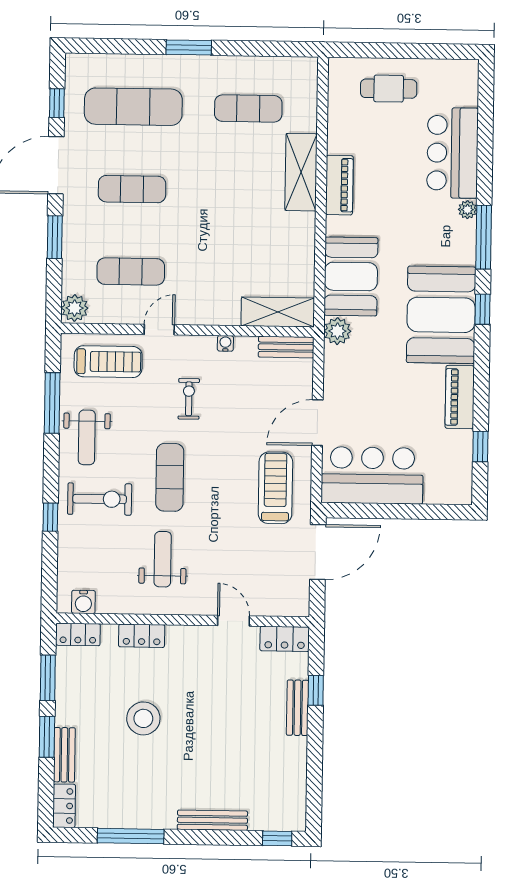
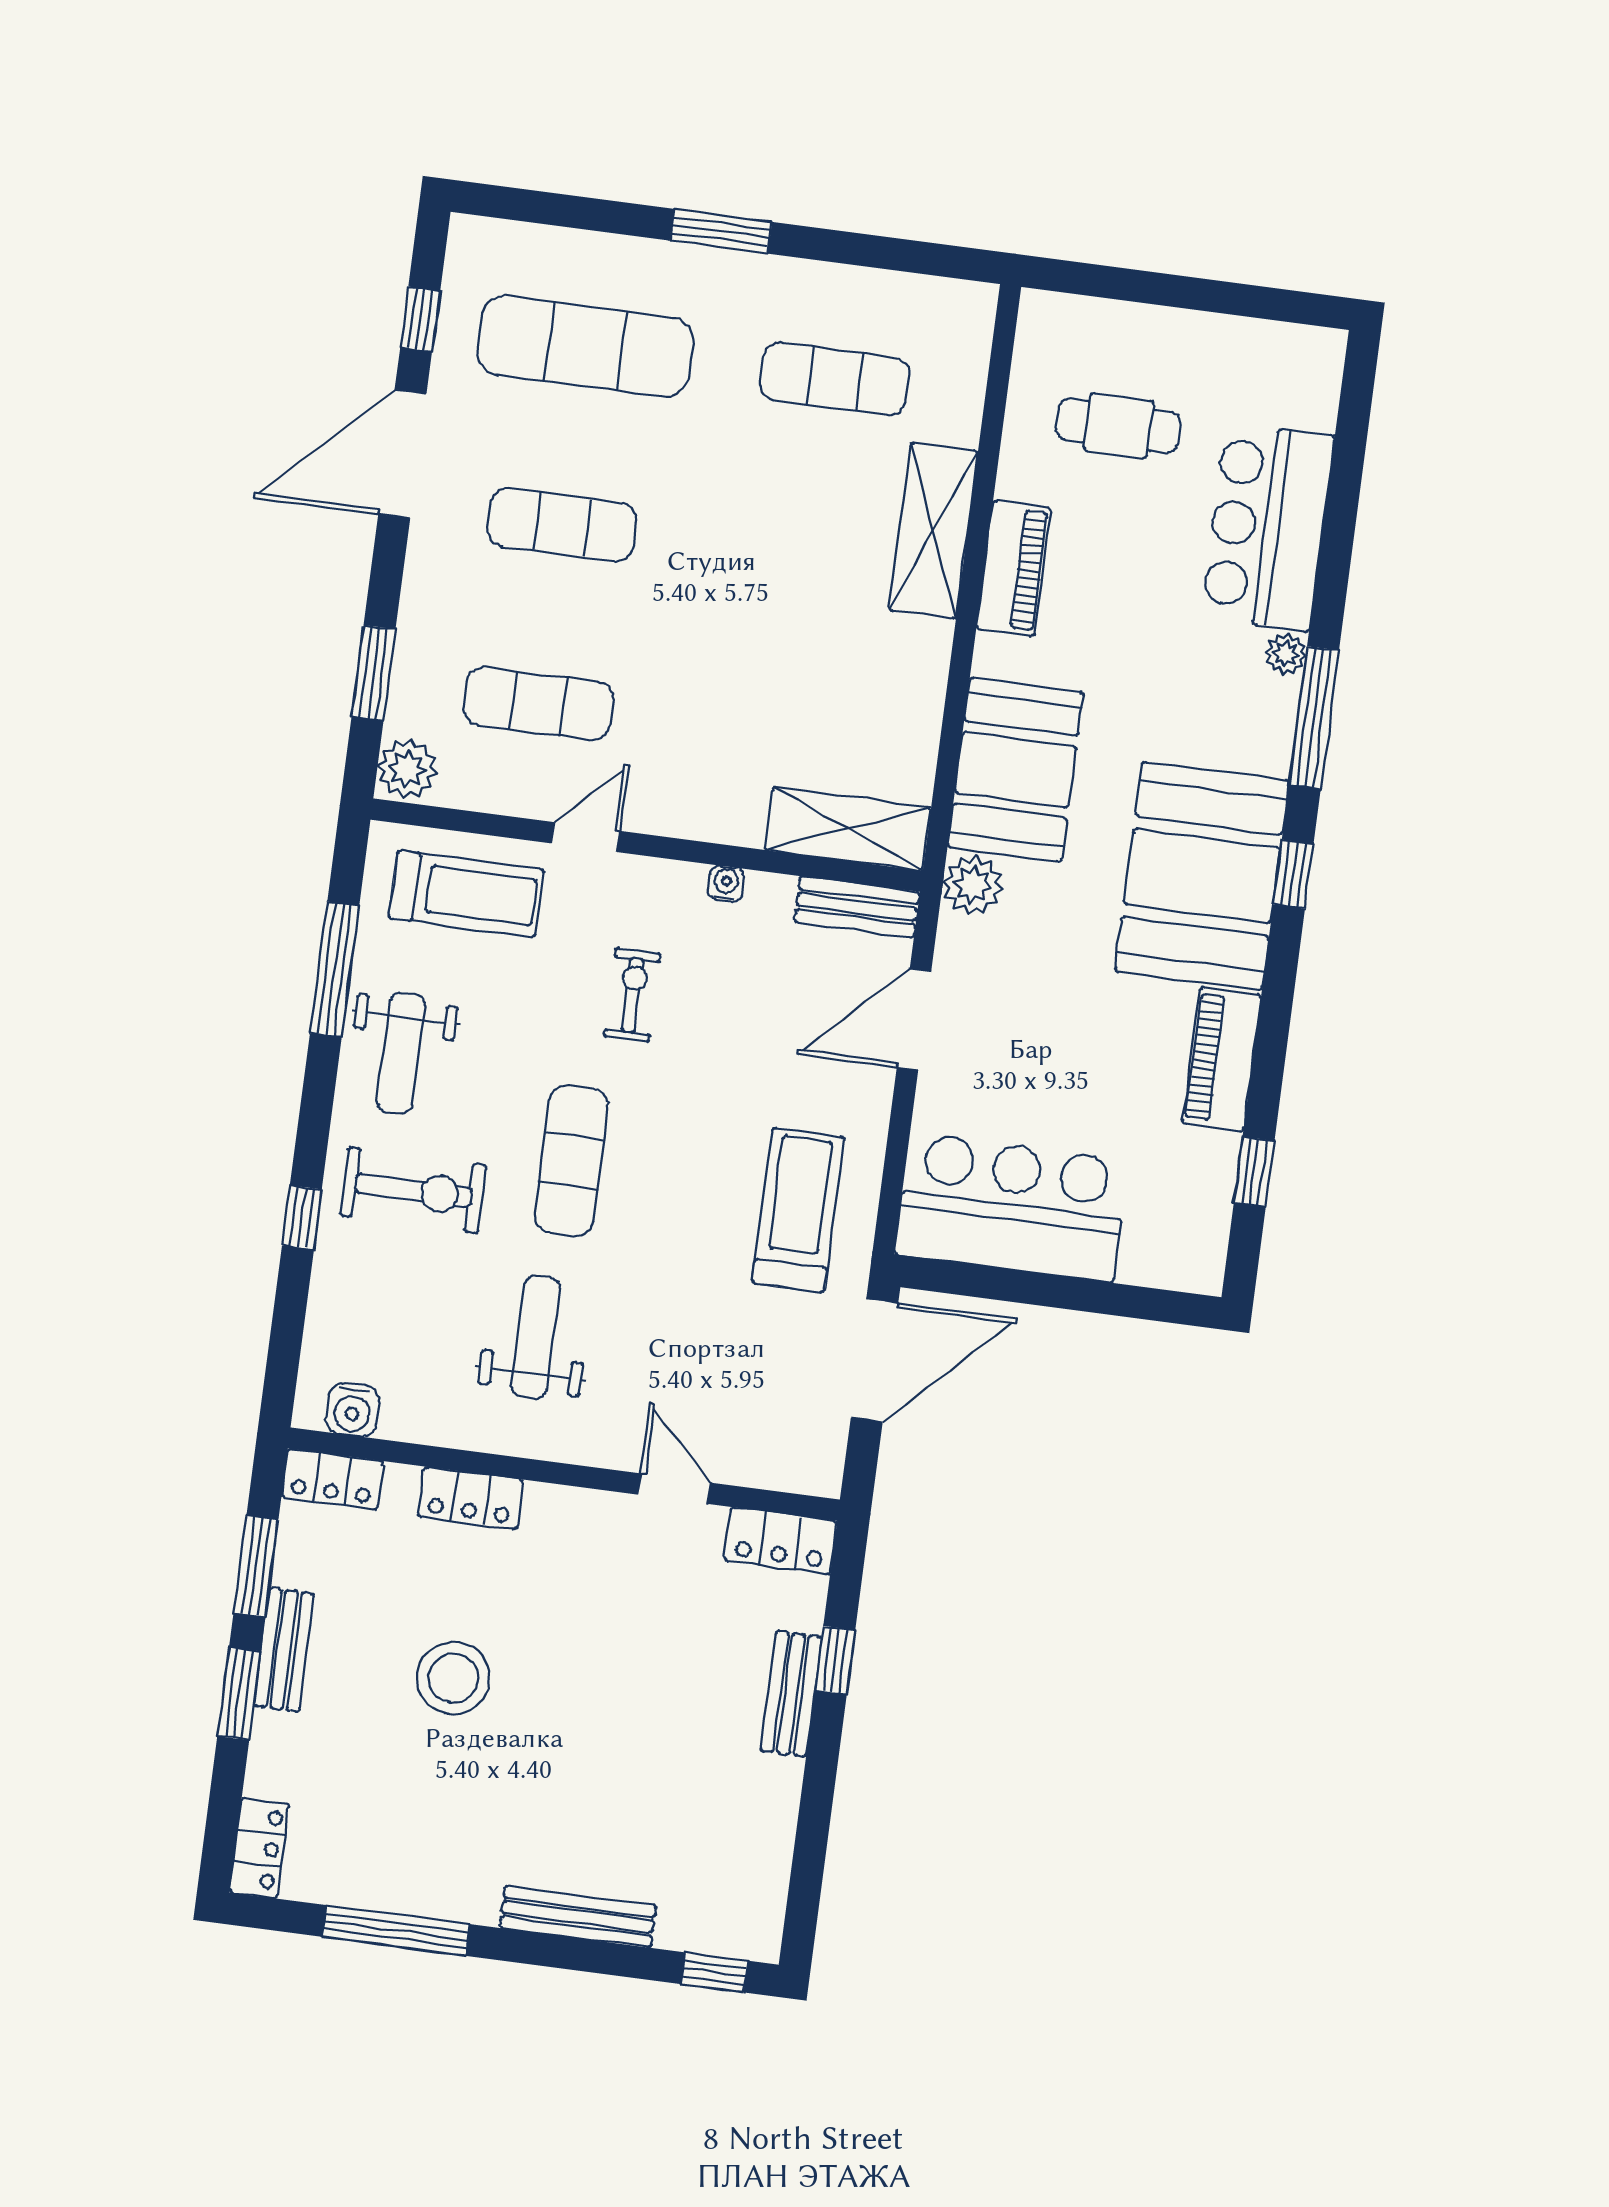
cafe table: (389, 89) -> (1118, 426), moved
window: (55, 237) -> (374, 673), moved
door: (317, 423) -> (914, 1019), moved
bench: (64, 755) -> (284, 1650), moved

